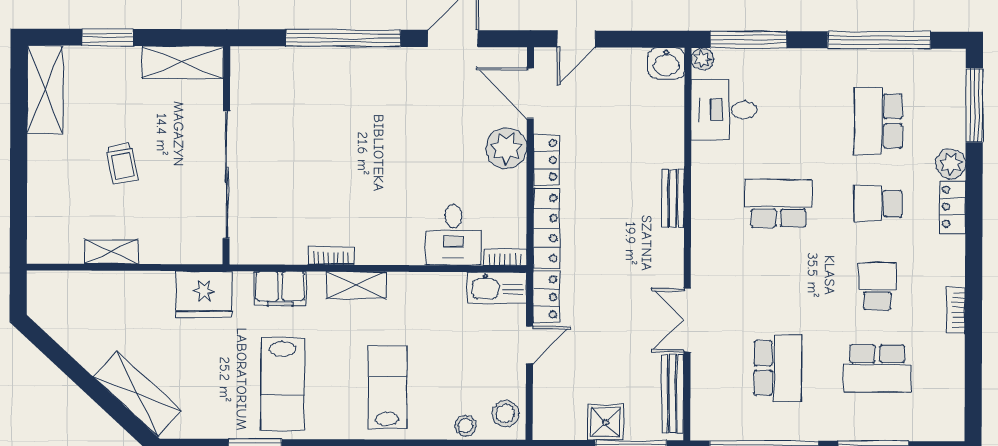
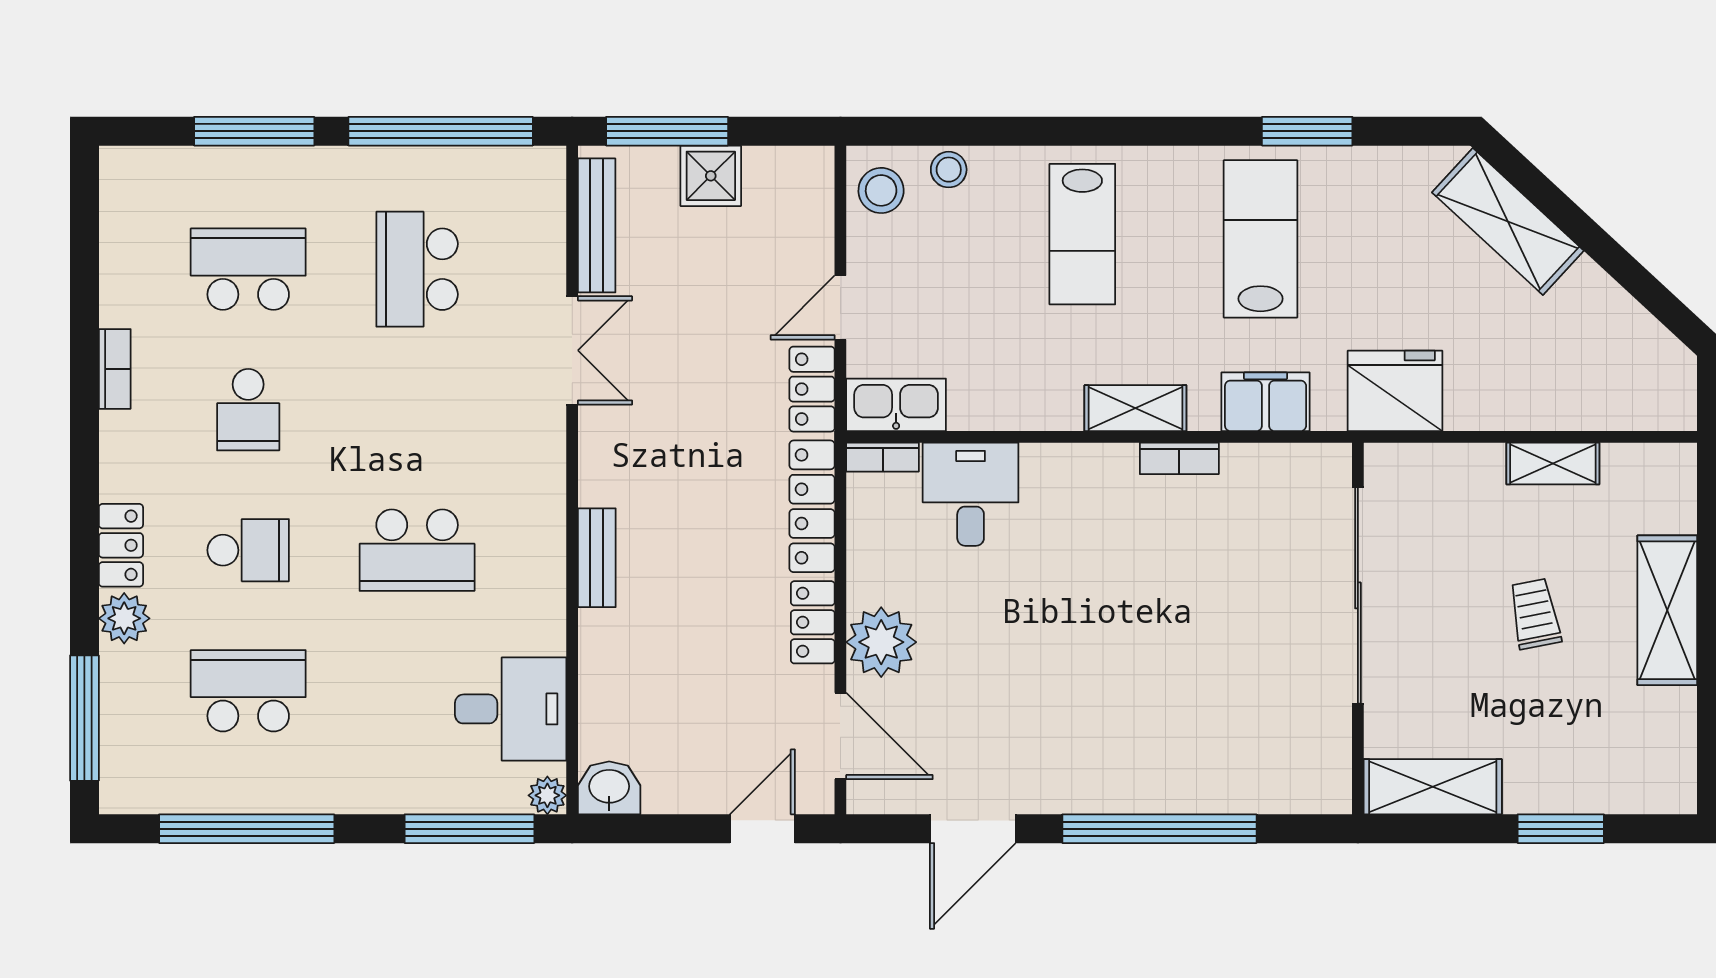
shelving: (45, 89) -> (1667, 610), moved
school desk: (878, 121) -> (248, 691), turned -90

